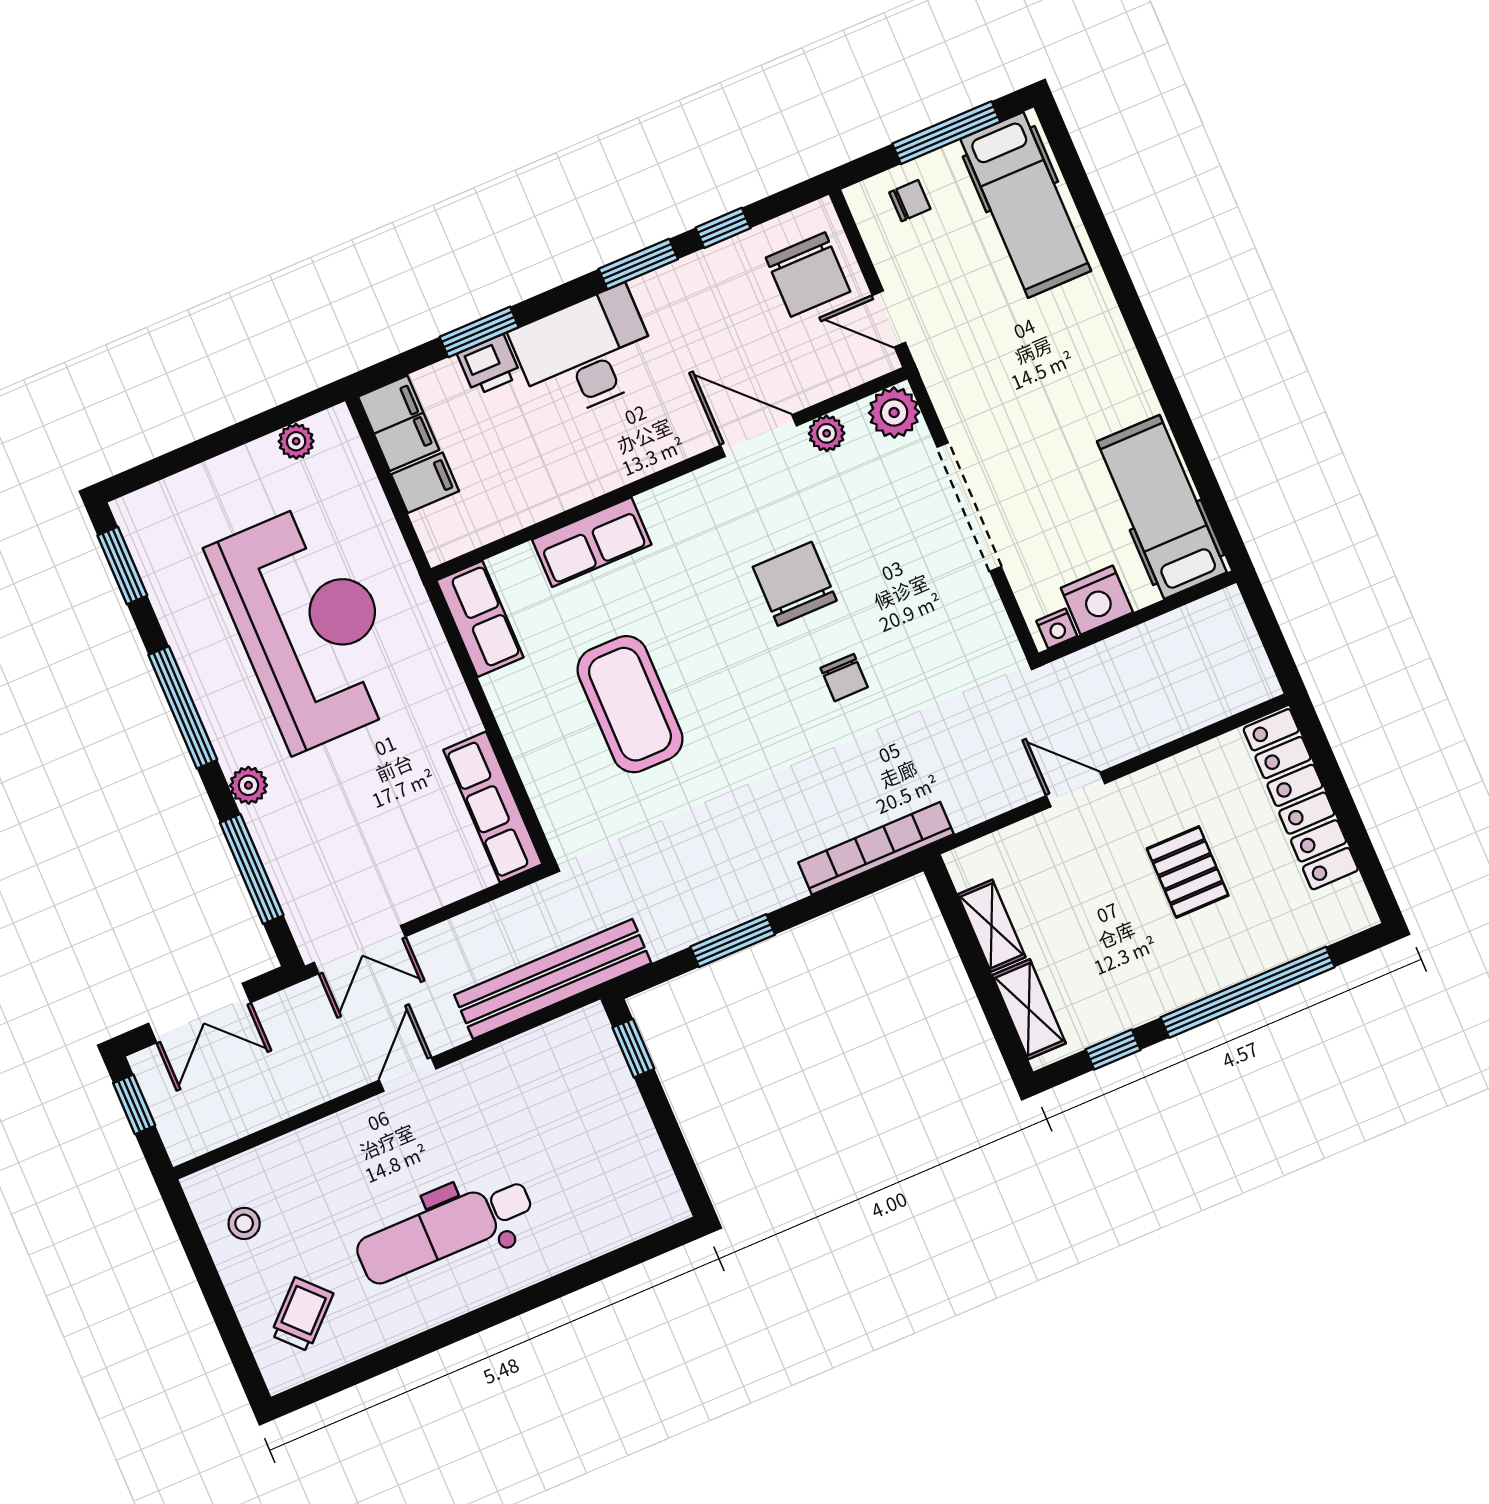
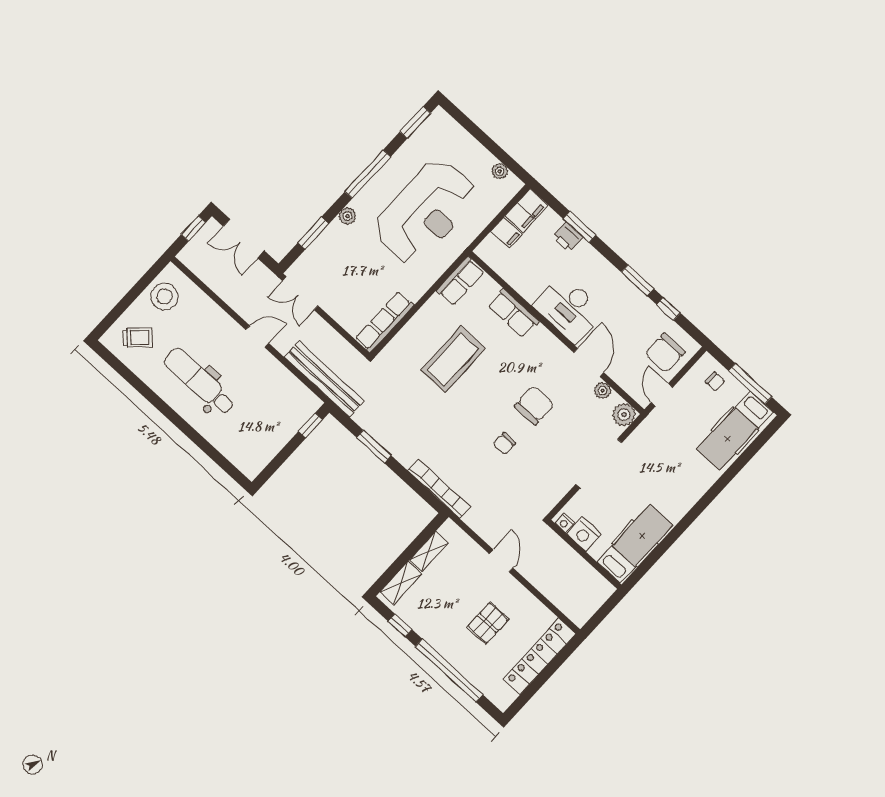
desk: (586, 354) -> (569, 309), moved, turned 180
window: (252, 869) -> (313, 233), width x0.69
stool: (244, 1223) -> (165, 297), width x1.89, depth x1.89

